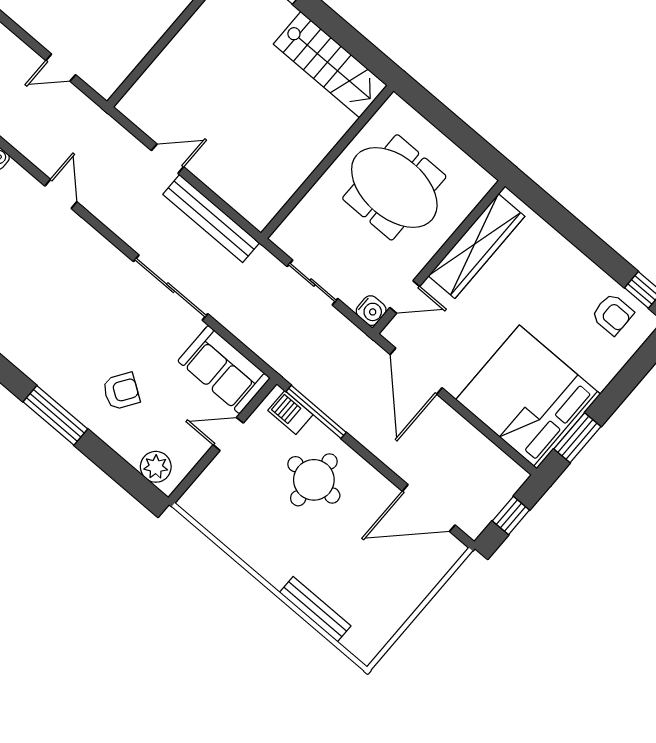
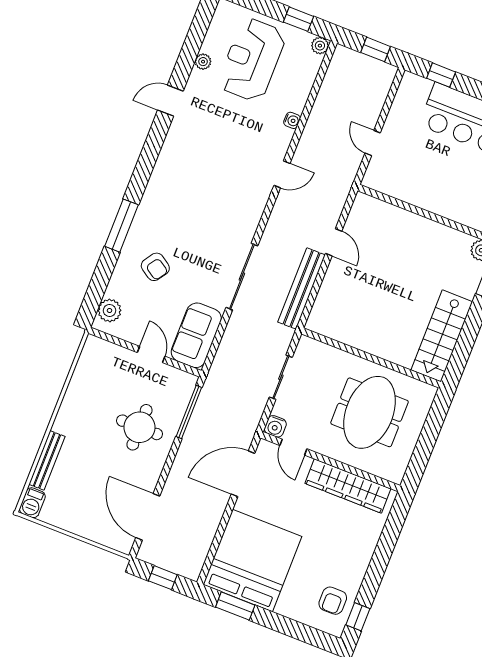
barbecue: (290, 413) -> (32, 503), moved, turned 180

